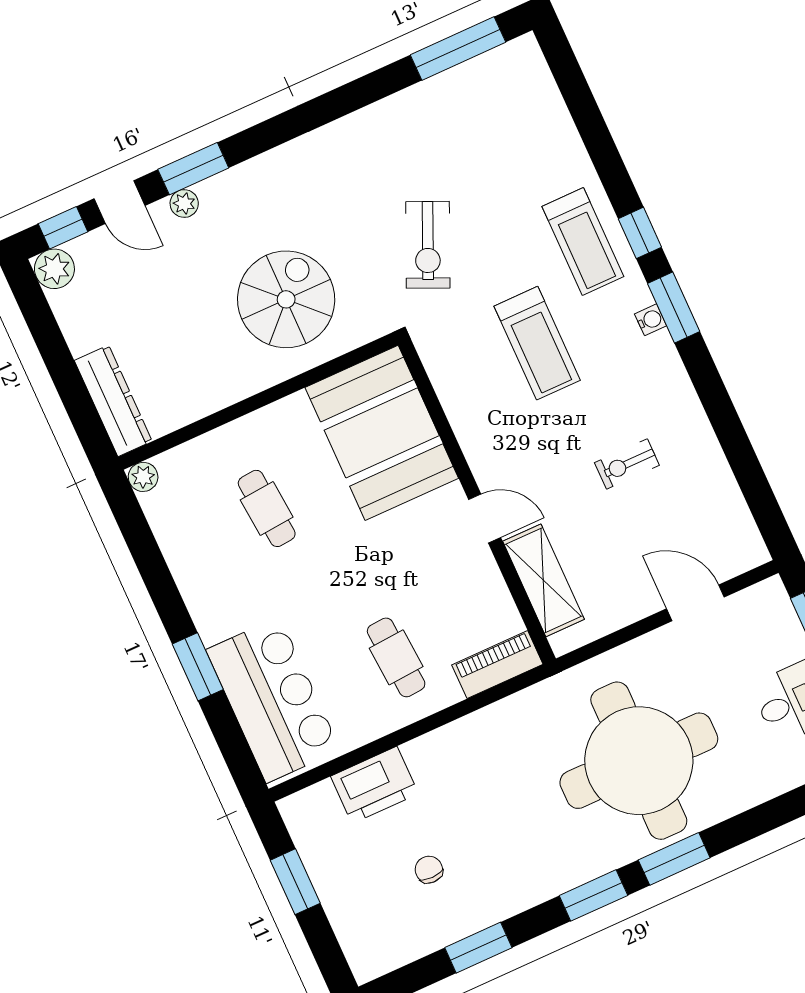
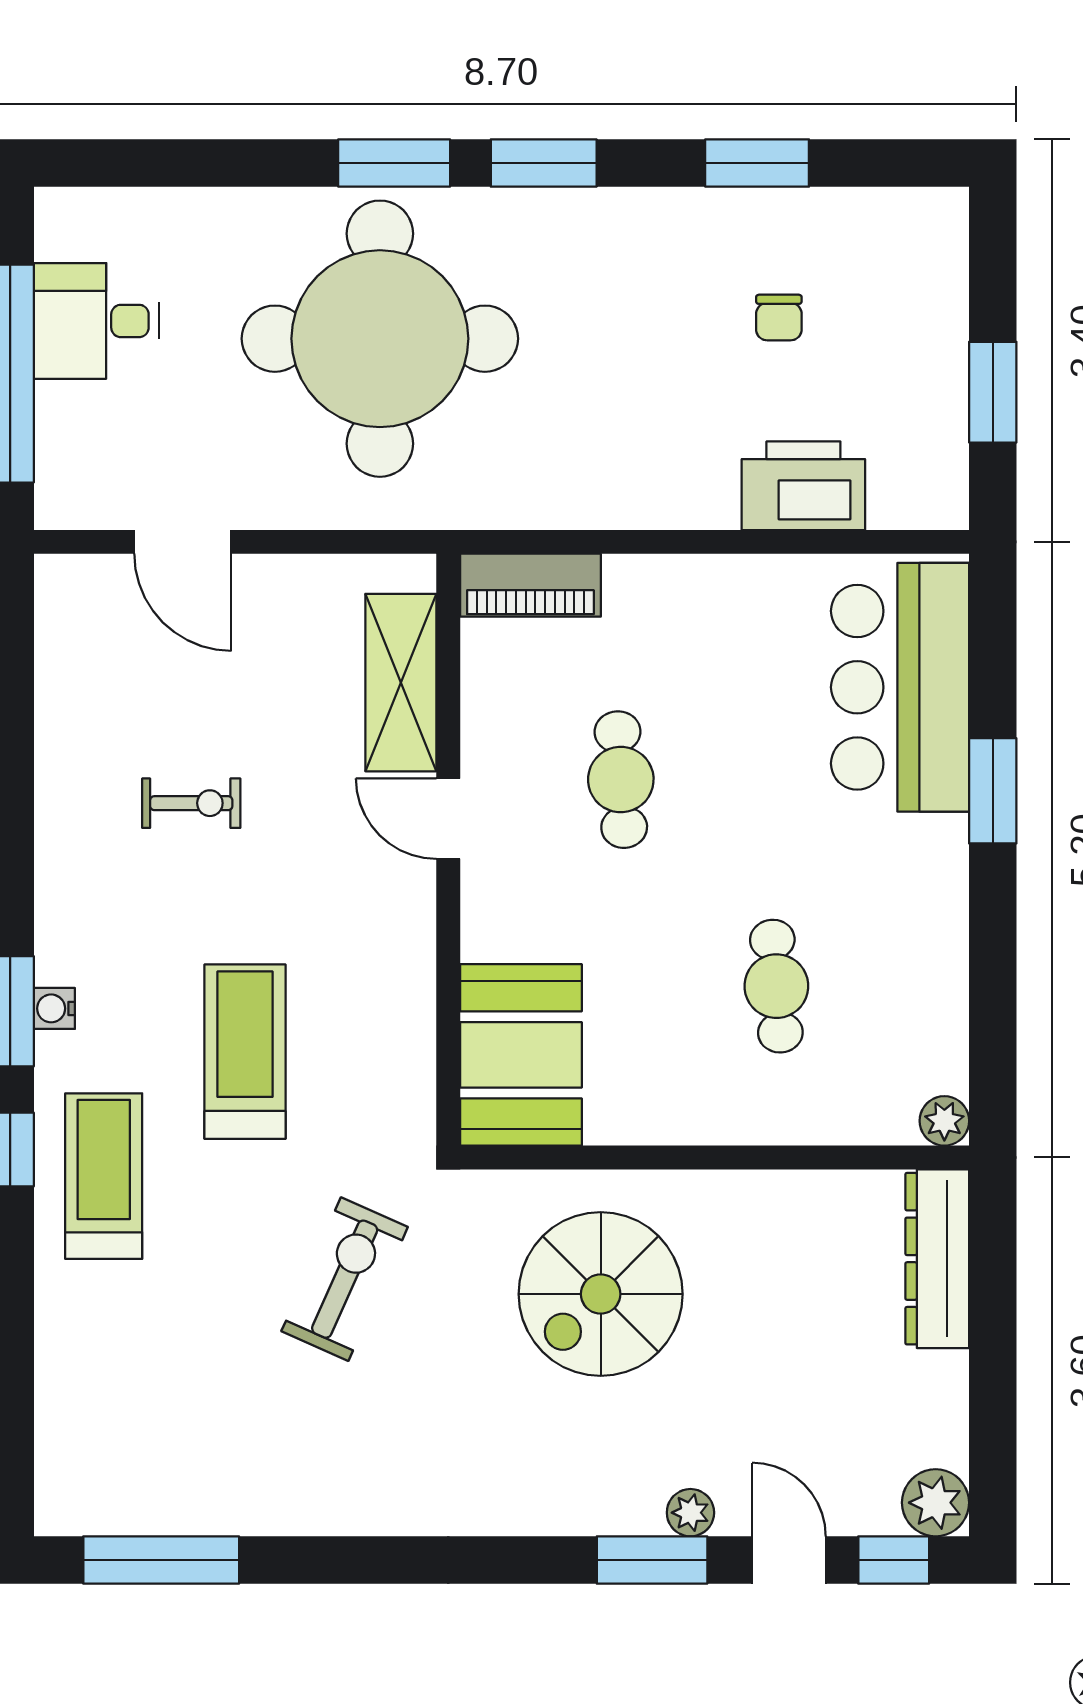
booth: (382, 433) -> (521, 1055), width x0.73, depth x0.70
cafe table: (396, 657) -> (621, 780), moved

